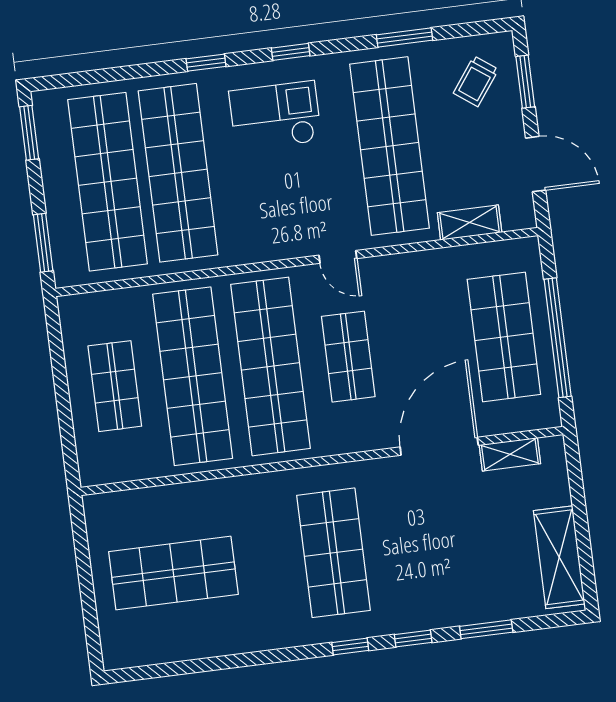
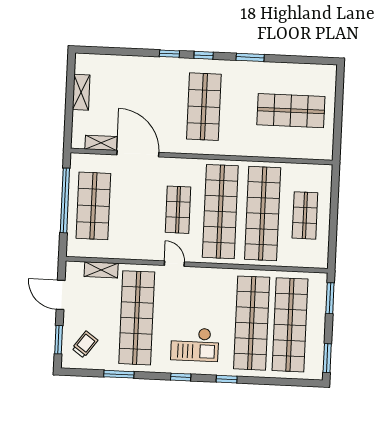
door: (439, 446) -> (138, 154), swing flipped
shelving: (559, 557) -> (81, 92), width x0.67, depth x0.75
window: (486, 629) -> (250, 57), moved

